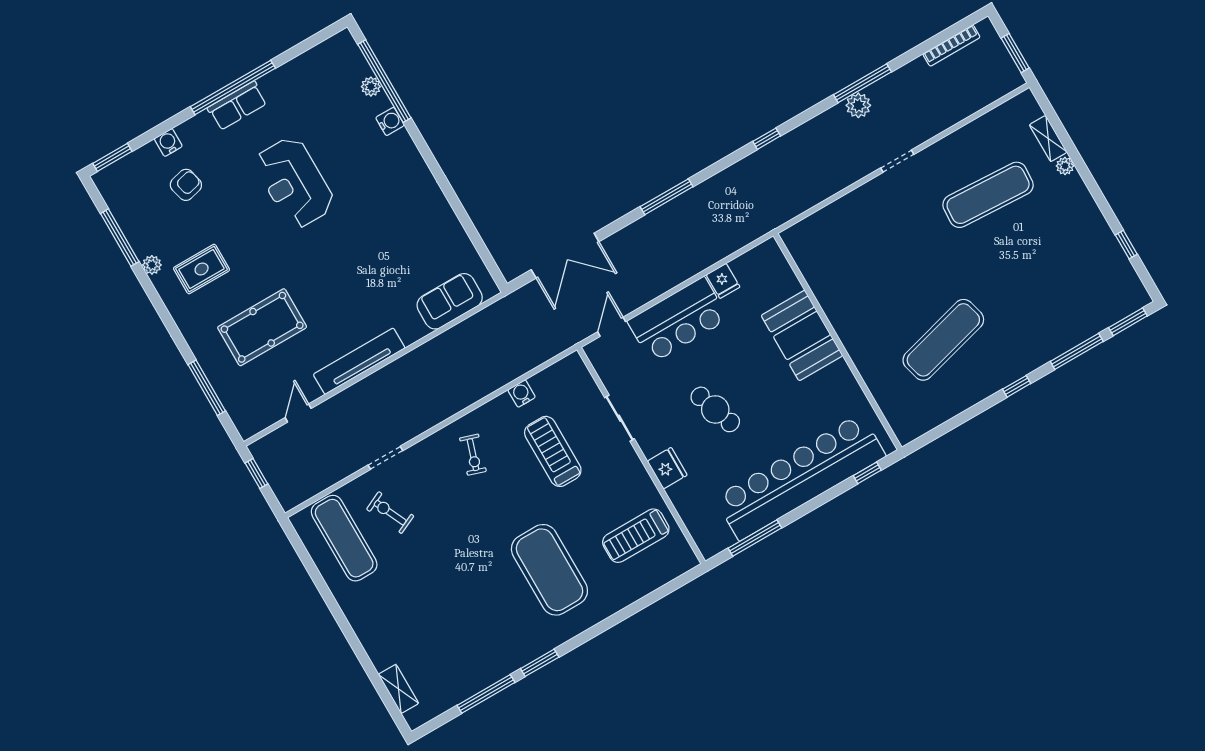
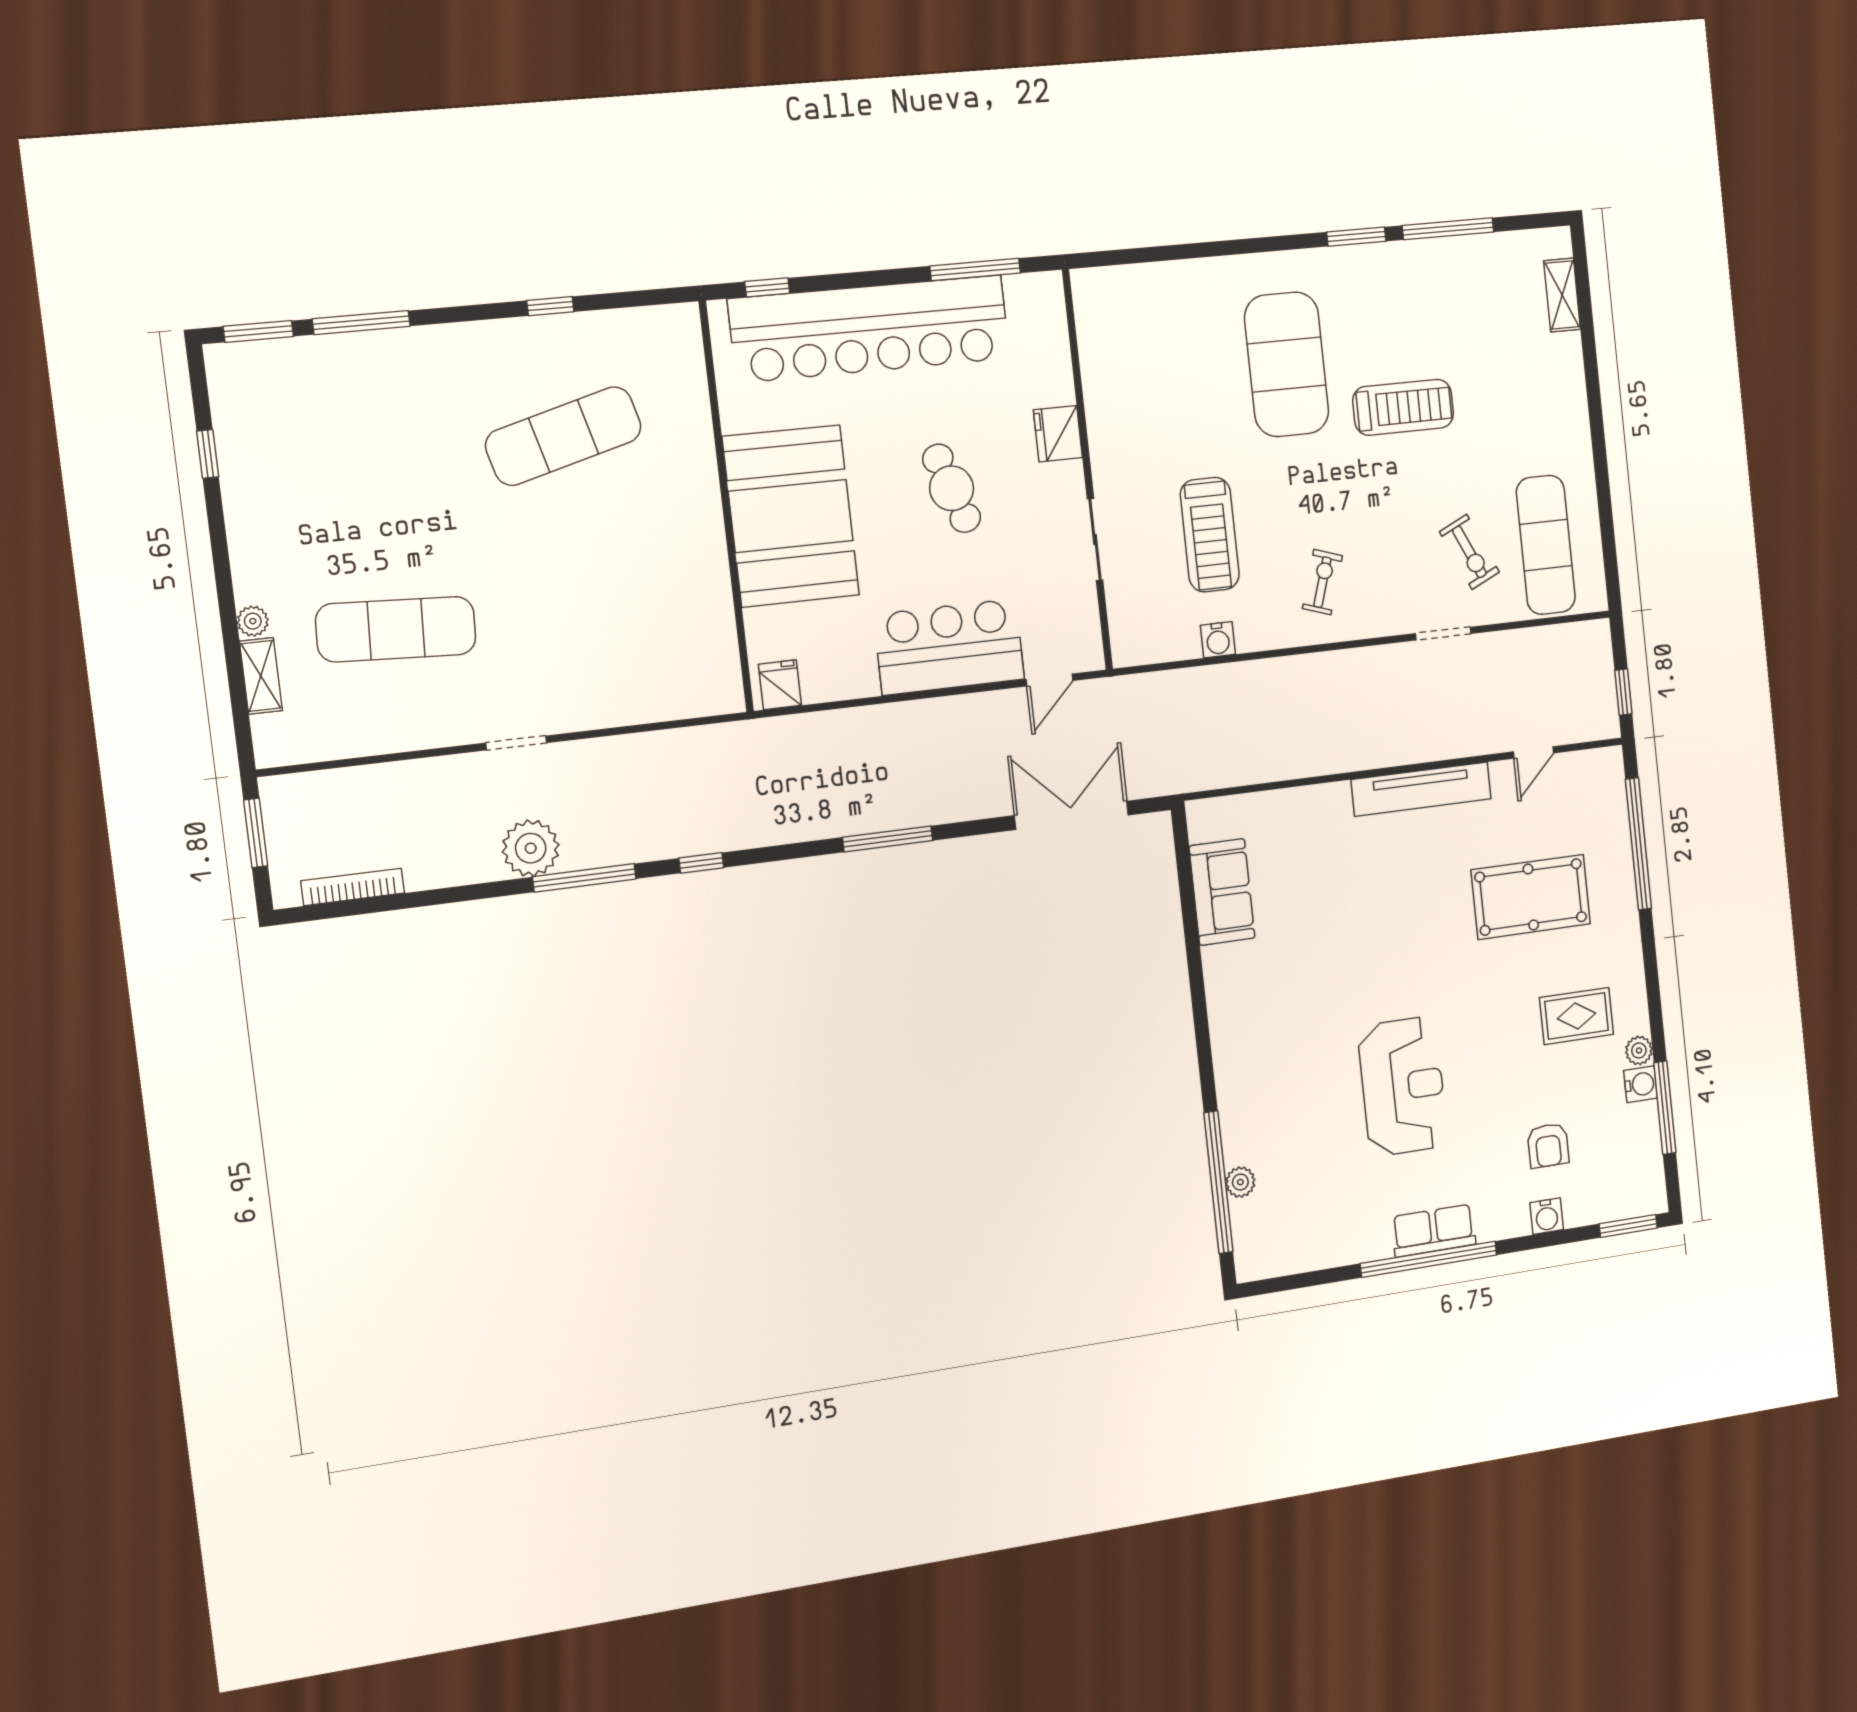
window: (862, 83) -> (584, 878), moved
plant: (858, 105) -> (531, 848), width x1.36, depth x1.36
water cooler: (390, 121) -> (1641, 1084), moved, turned 180
armchair: (186, 185) -> (1548, 1145), turned -76
fridge: (723, 281) -> (780, 685), moved
sofa: (450, 301) -> (1222, 892), moved, turned -90
booth: (802, 335) -> (791, 516), width x1.36, depth x1.42
window: (1017, 386) -> (550, 306), moved
window: (207, 388) -> (1638, 844), width x1.46
treadmill: (636, 536) -> (1403, 407), moved

